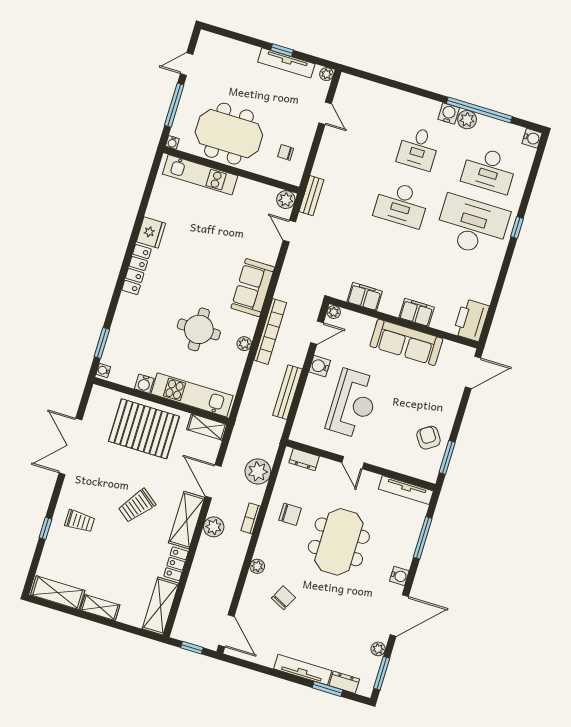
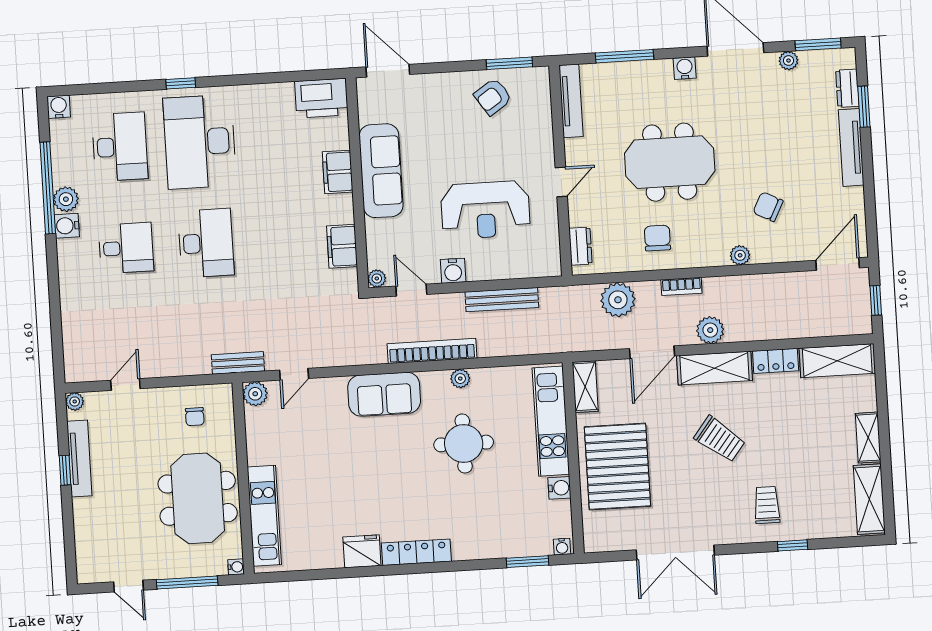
reception desk: (353, 404) -> (485, 210), turned 180

